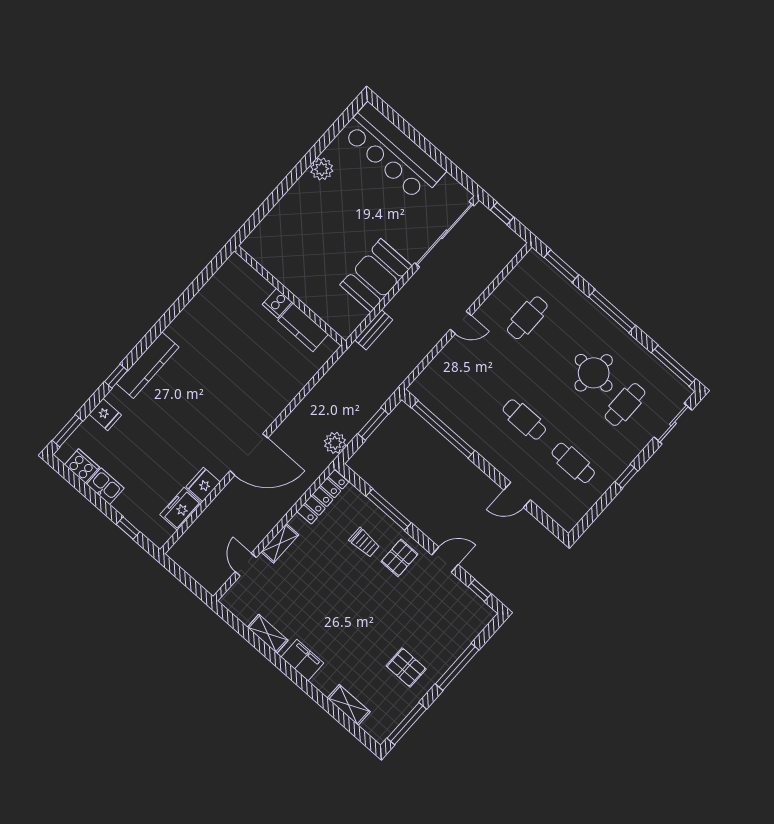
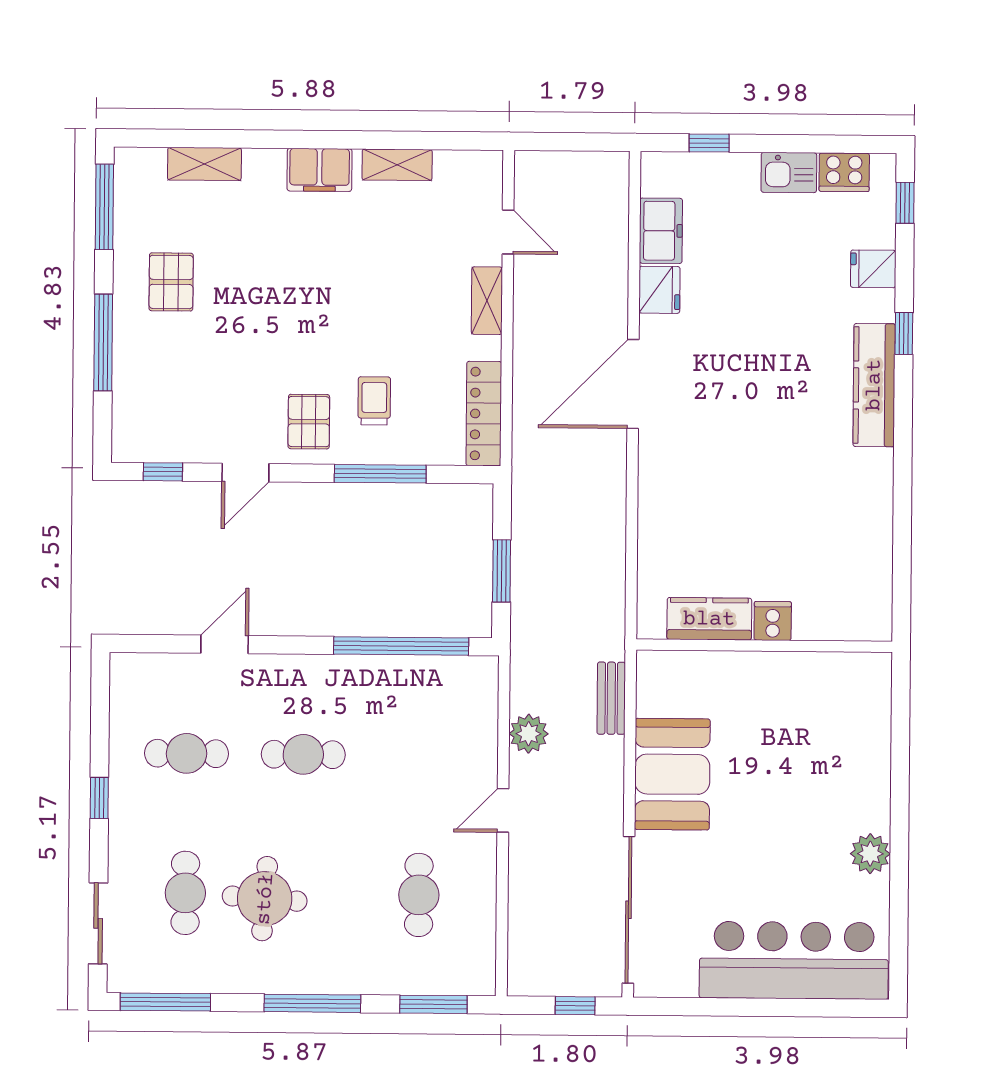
window: (67, 431) -> (905, 203), width x0.67
plant: (335, 443) -> (529, 734), moved
trolley: (364, 543) -> (374, 401), turned 90
pallet: (406, 667) -> (171, 282), turned 90

